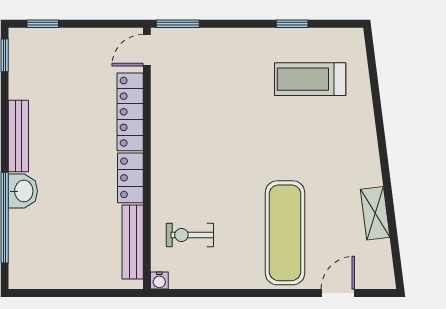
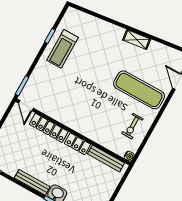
treadmill: (310, 79) -> (62, 49), moved
shelving: (375, 213) -> (137, 40), moved
exercise bike: (190, 235) -> (132, 126), moved

